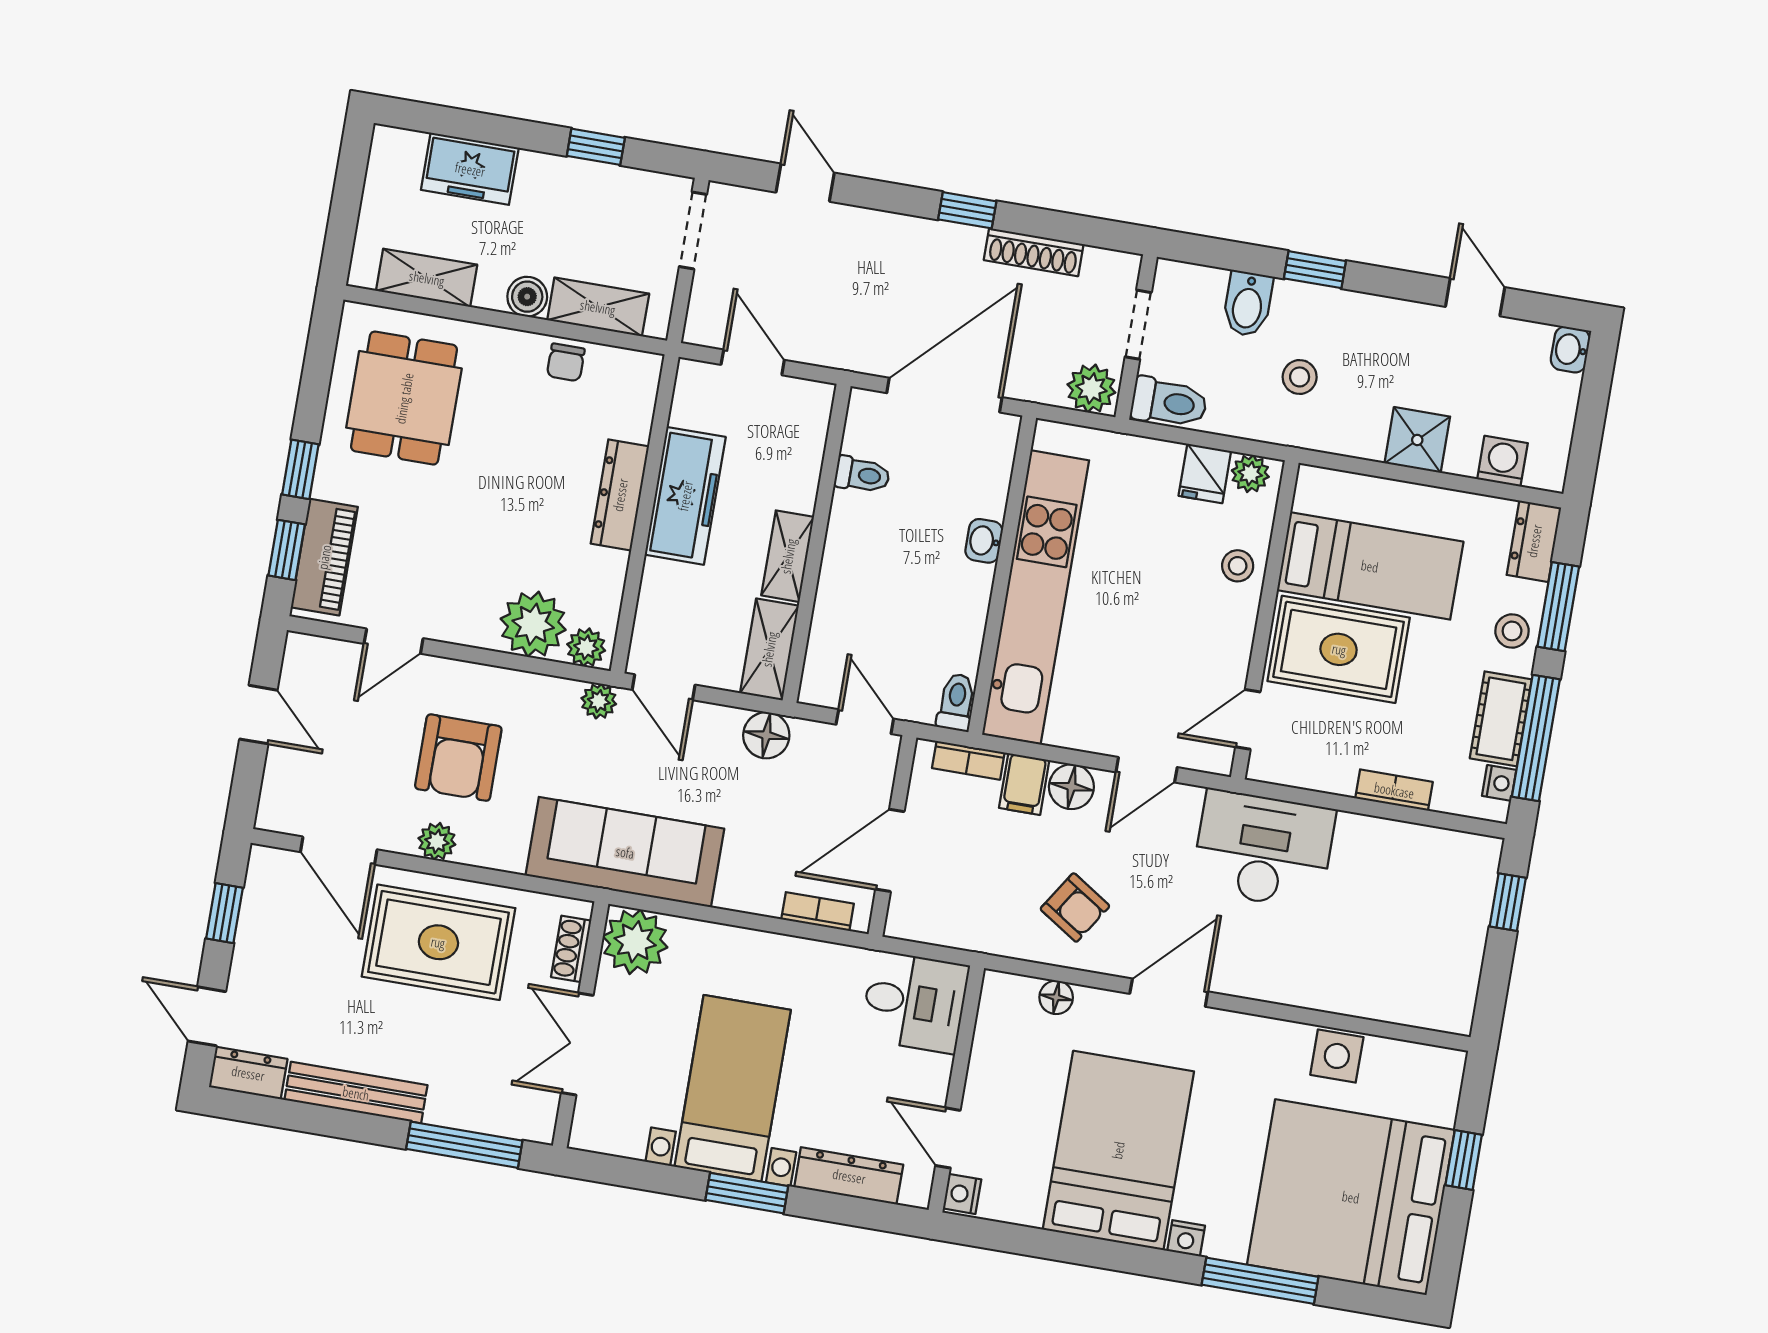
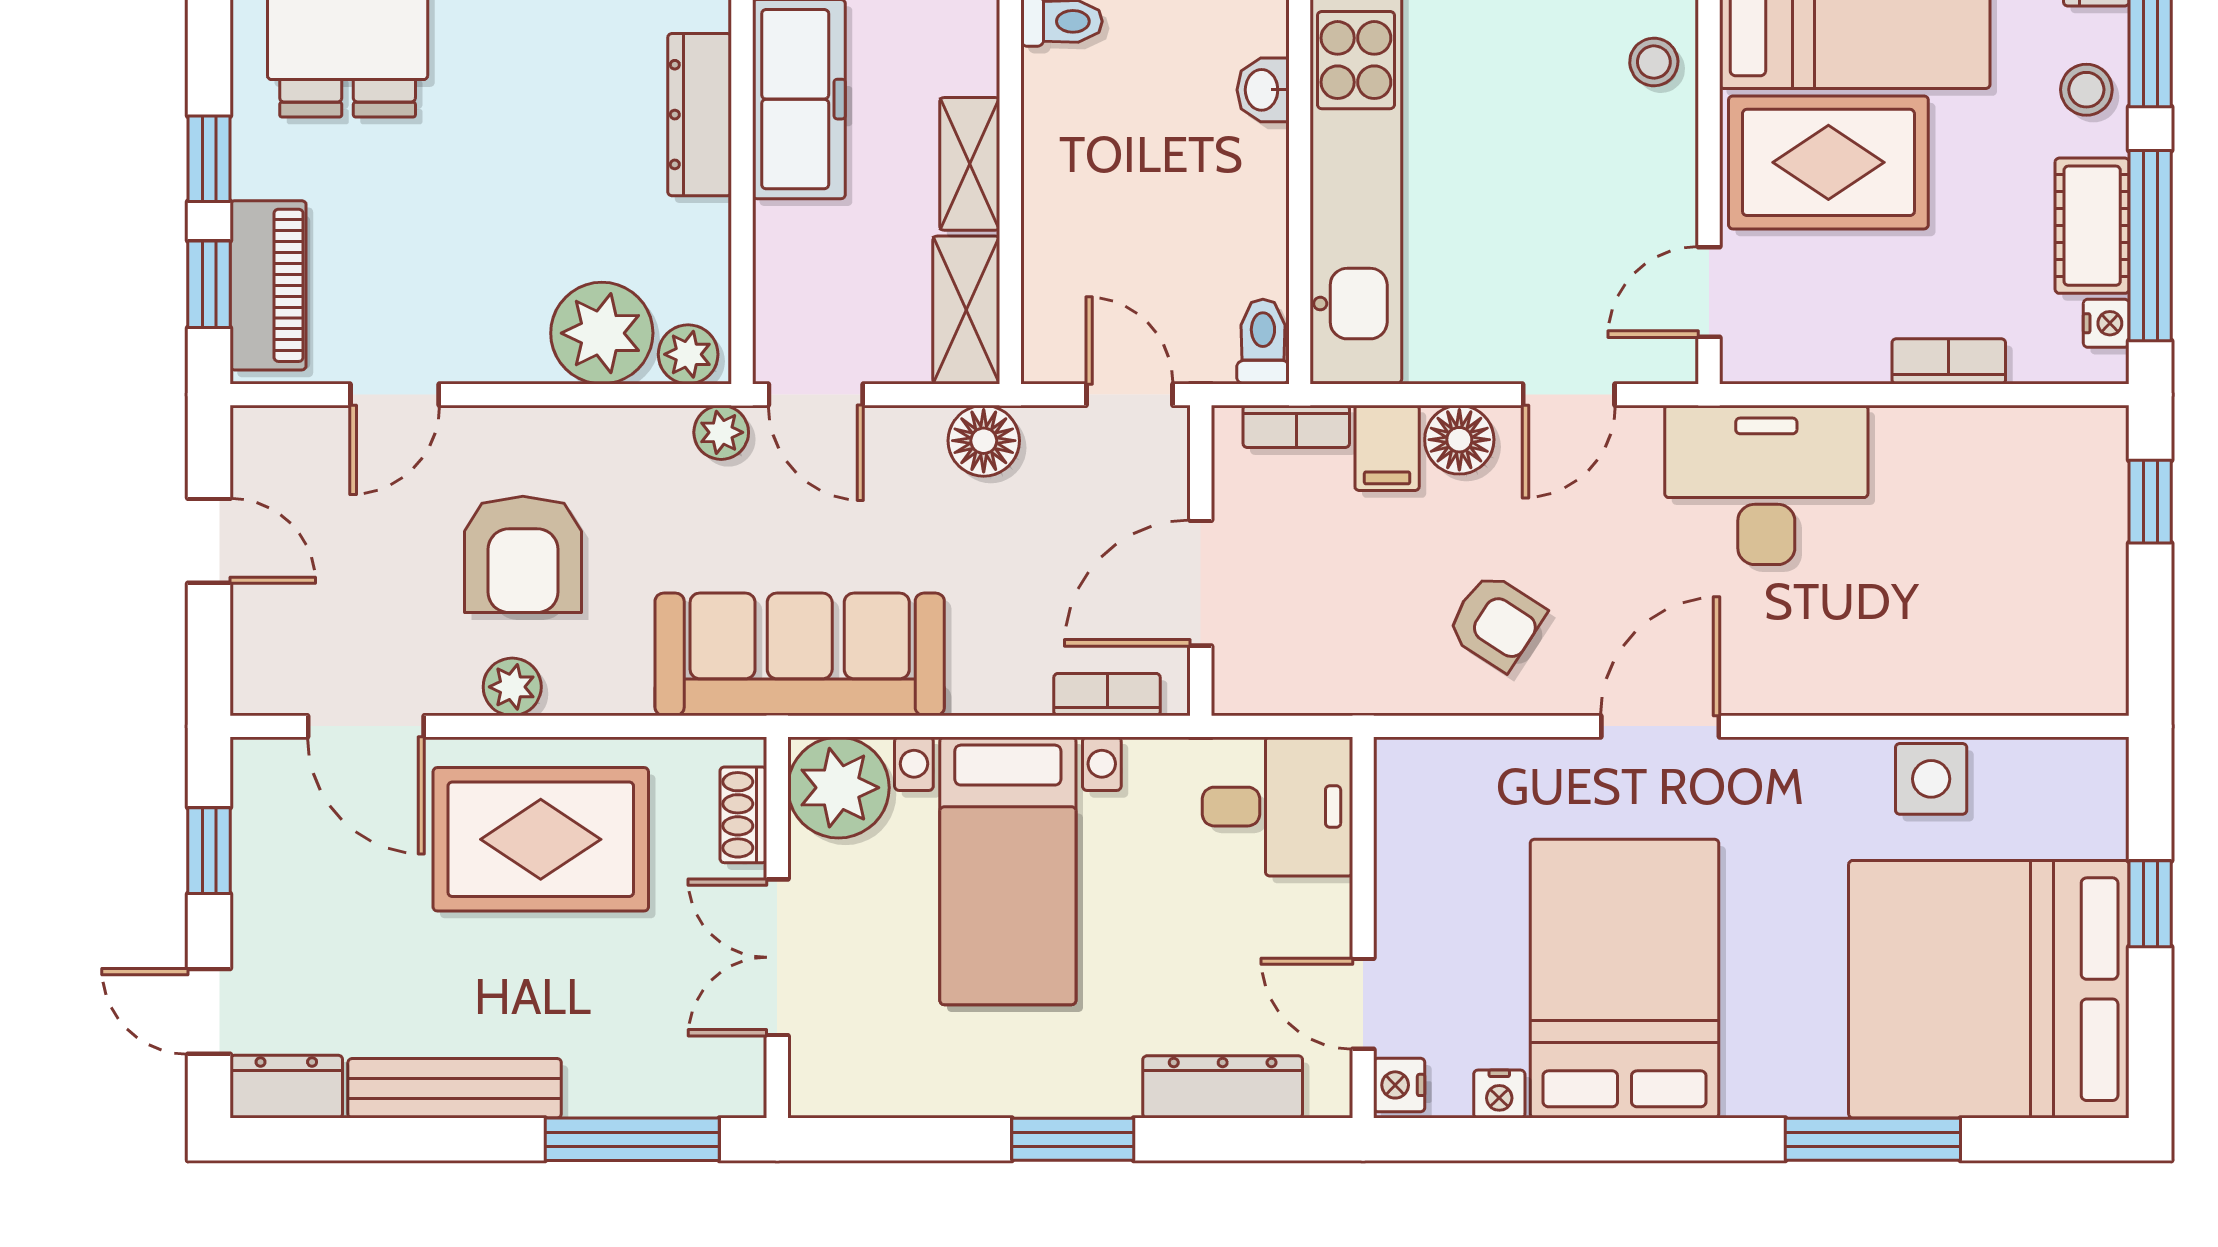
floor lamp: (1056, 997) -> (1491, 763), removed
bed with nightstands: (733, 1088) -> (1008, 871), moved, turned 180
nightstand: (1186, 1238) -> (1499, 1094), moved

